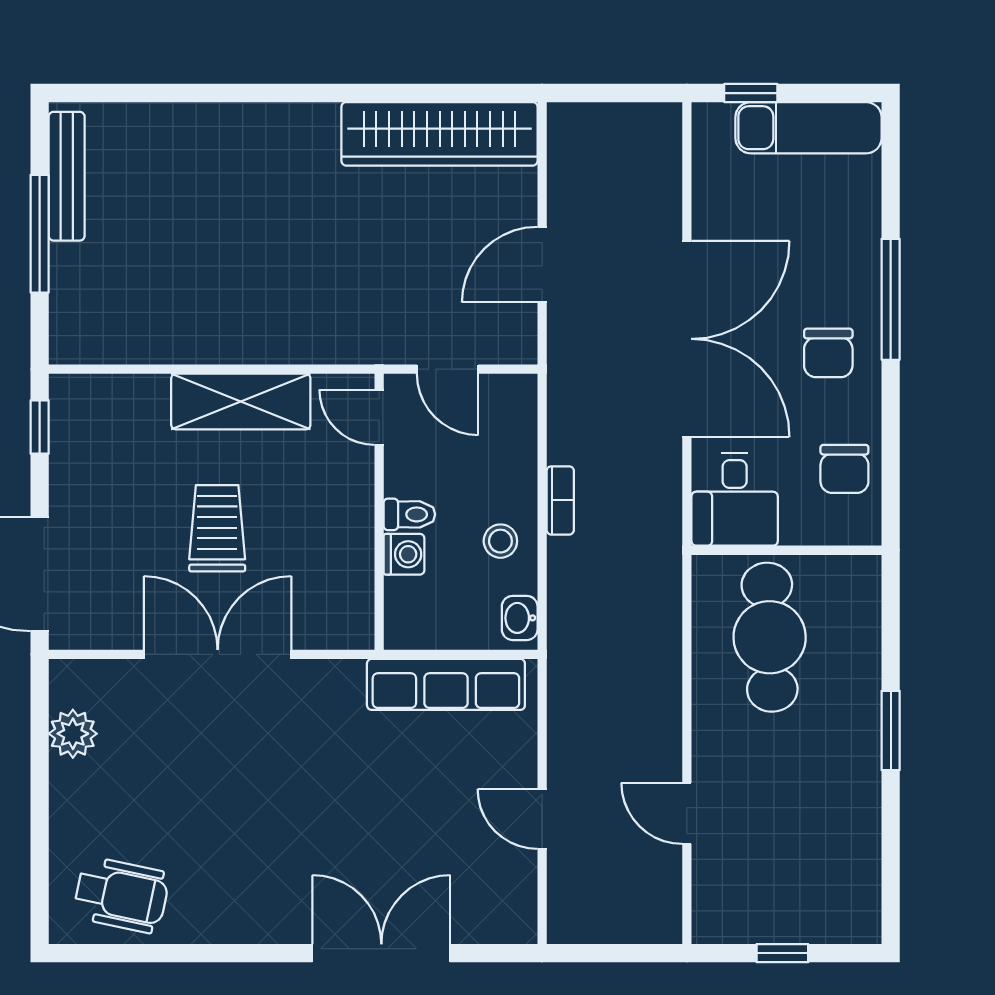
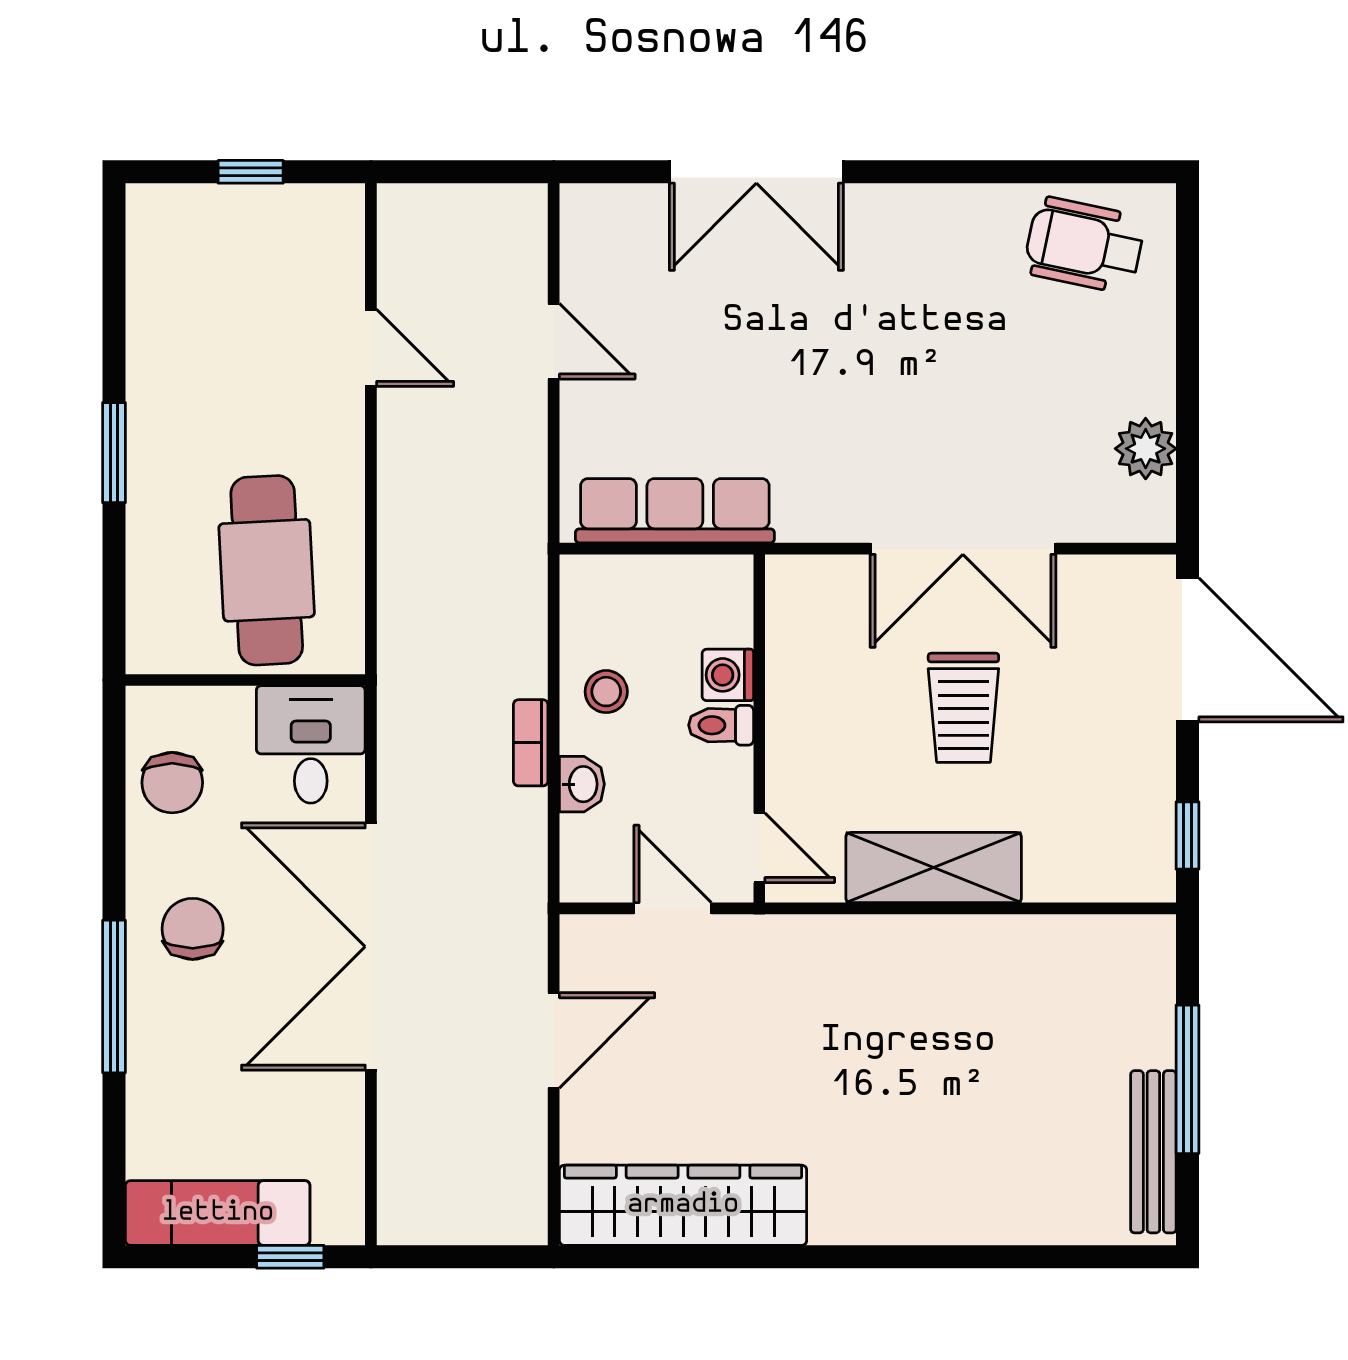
chair: (844, 469) -> (172, 783), turned 180
washbasin: (520, 618) -> (582, 784), moved

